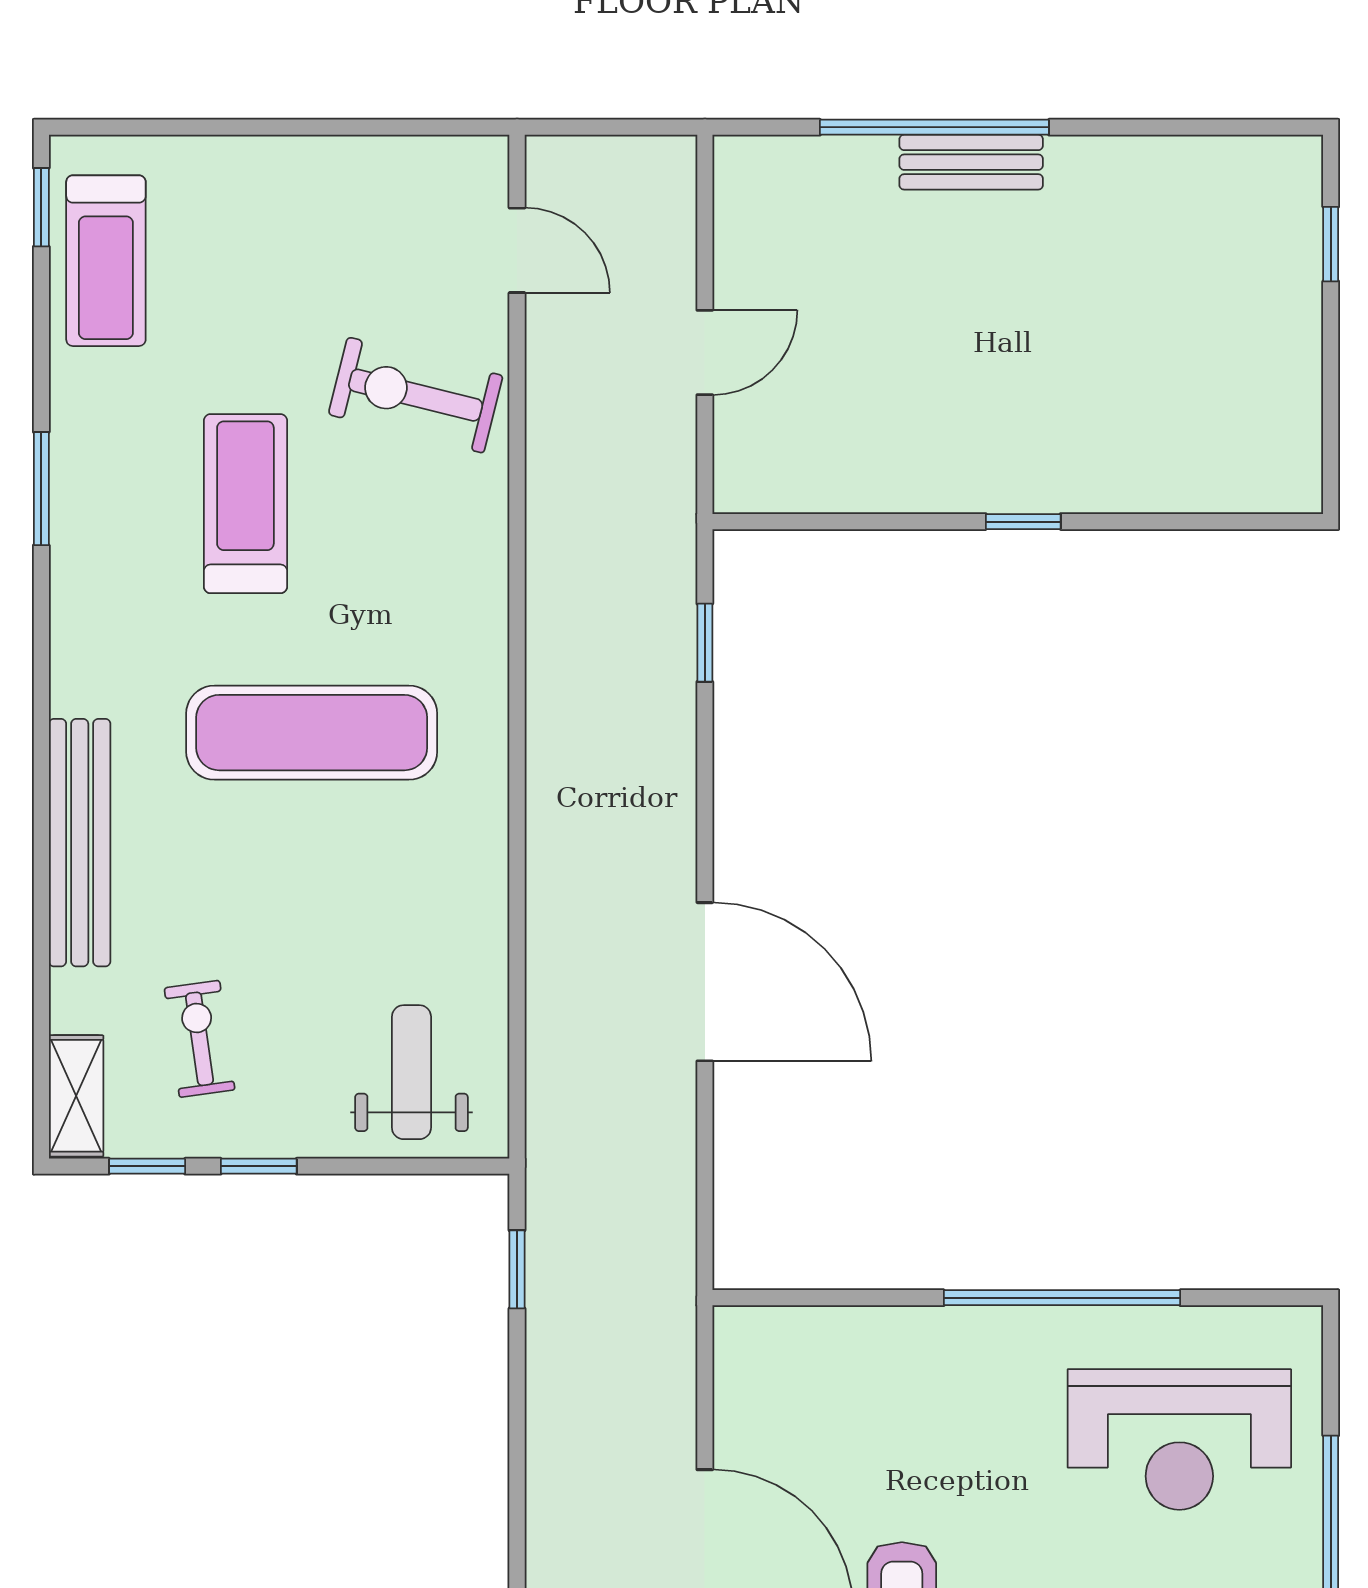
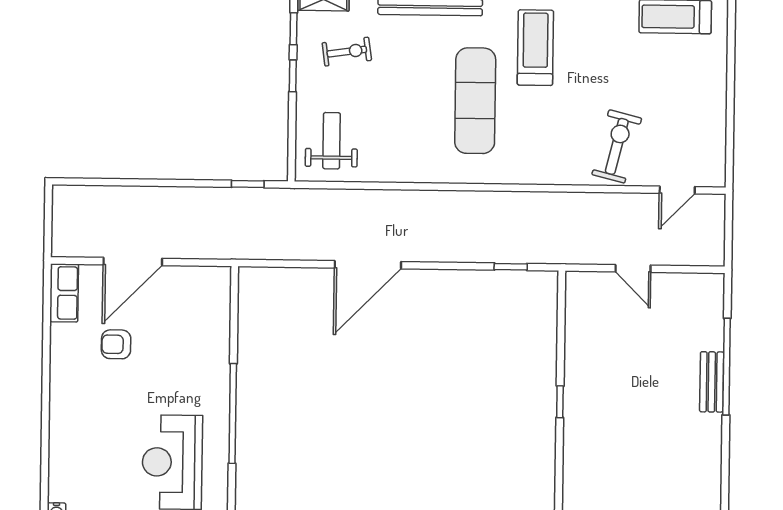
treadmill: (245, 504) -> (535, 48), moved, turned -90
weight bench: (411, 1072) -> (332, 141), turned -90

